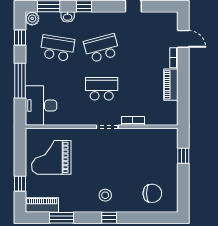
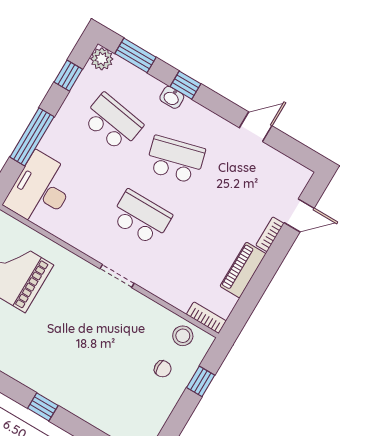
washbasin: (68, 17) -> (172, 97), moved
door: (183, 39) -> (299, 215), hinge flipped
bookcase: (133, 121) -> (206, 318), moved
chair: (152, 193) -> (163, 369), moved, width x0.54, depth x0.54
stool: (105, 195) -> (183, 336), moved

